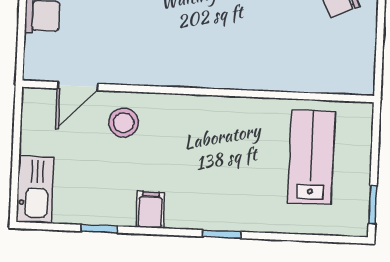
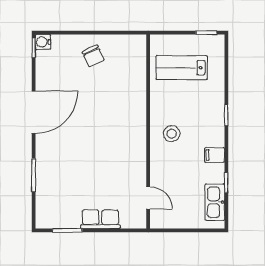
stool: (124, 123) -> (172, 134), moved
kitchen sink: (35, 189) -> (215, 202), moved, turned -90

